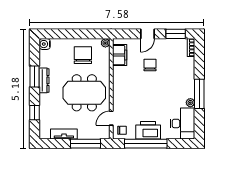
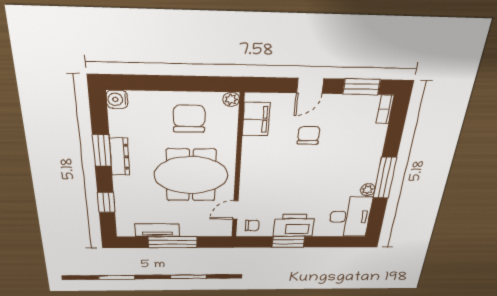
window: (86, 144) -> (173, 242), moved
window: (146, 144) -> (288, 242), width x0.47

